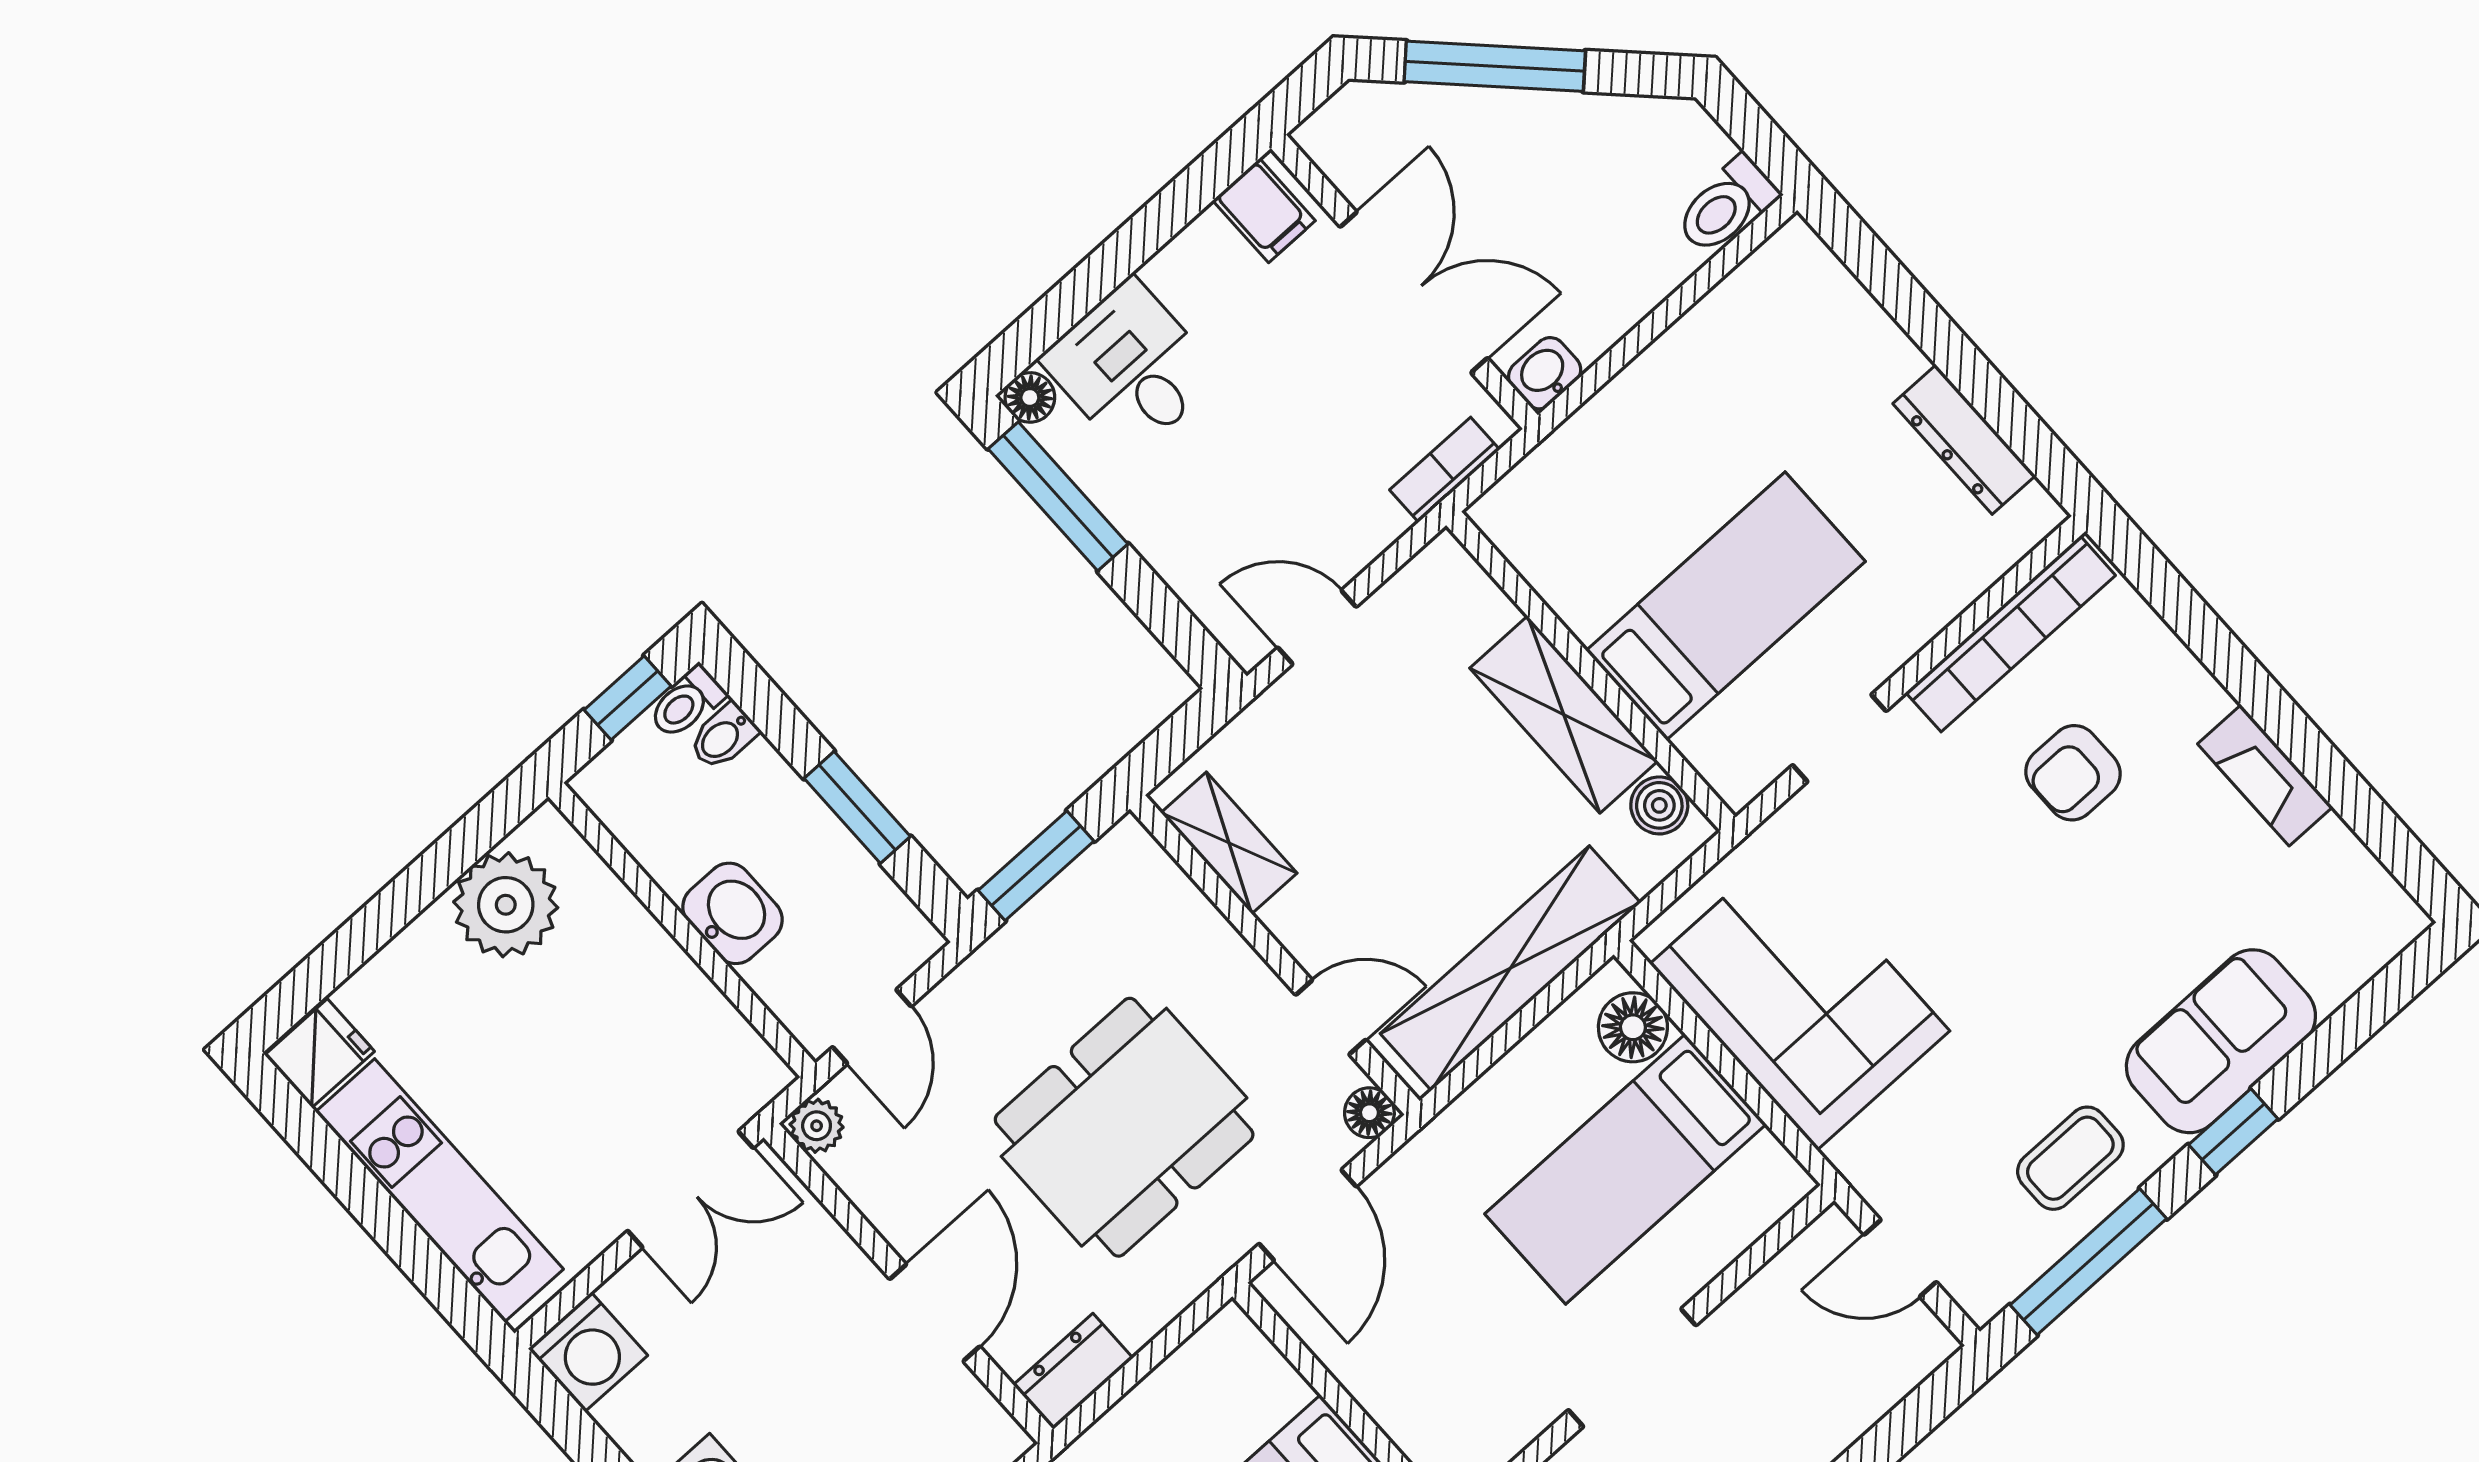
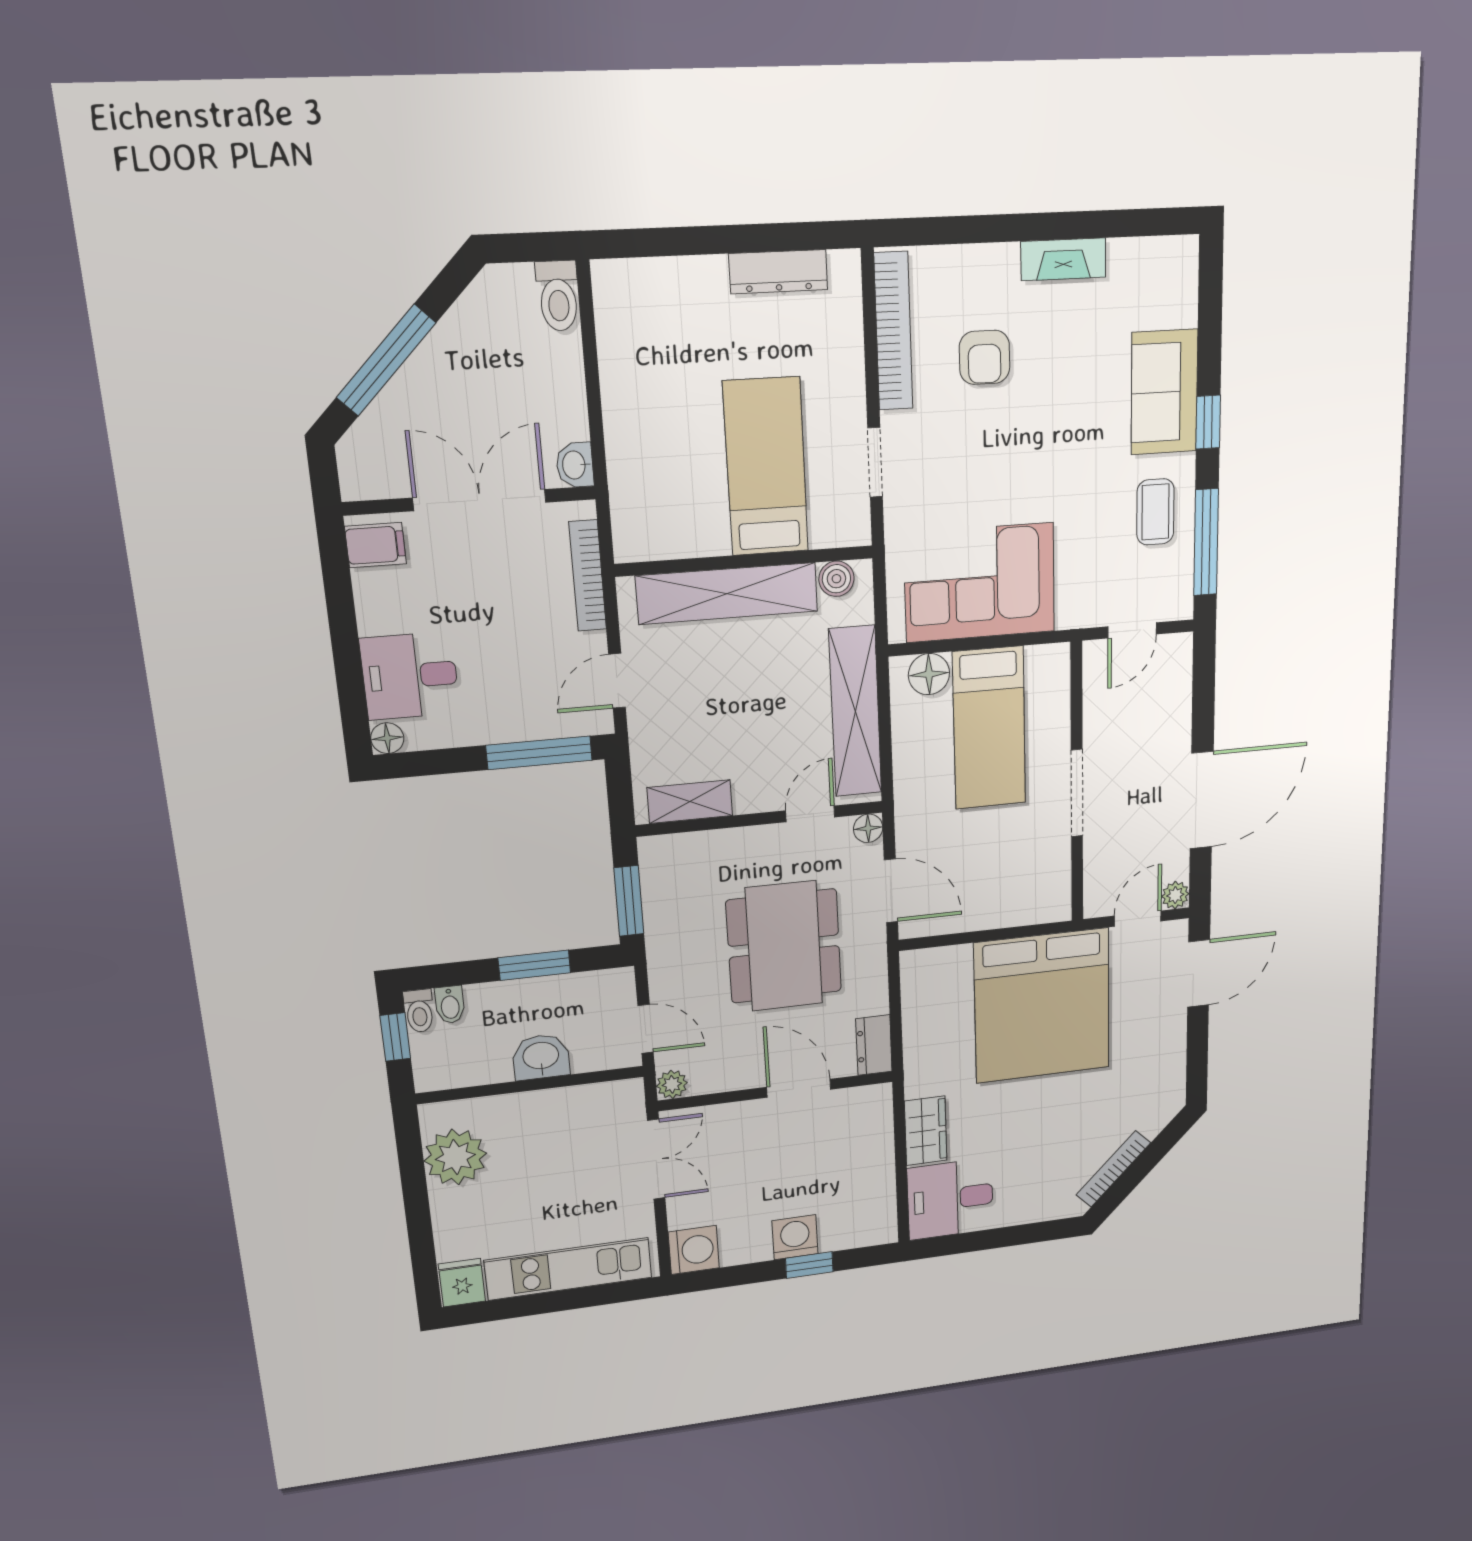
bookcase: (1445, 470) -> (588, 576), width x1.56
window: (1058, 496) -> (539, 753), moved
shelving: (1564, 715) -> (727, 594), width x1.47

